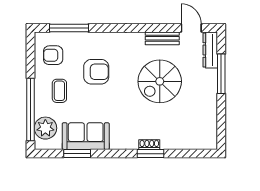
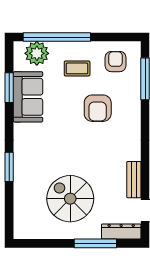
spiral stairs: (160, 81) -> (70, 199), moved
shoe rack: (149, 145) -> (19, 166), removed

